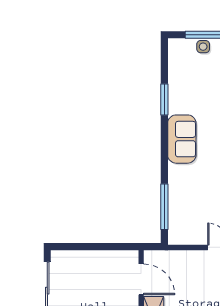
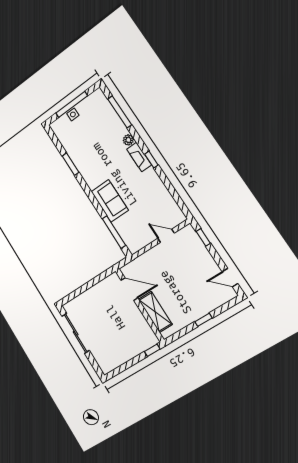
sofa: (182, 139) -> (110, 201), moved

